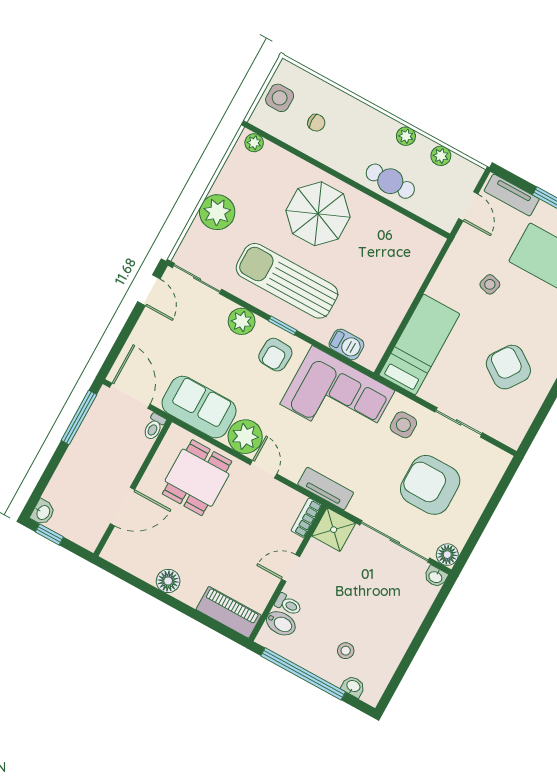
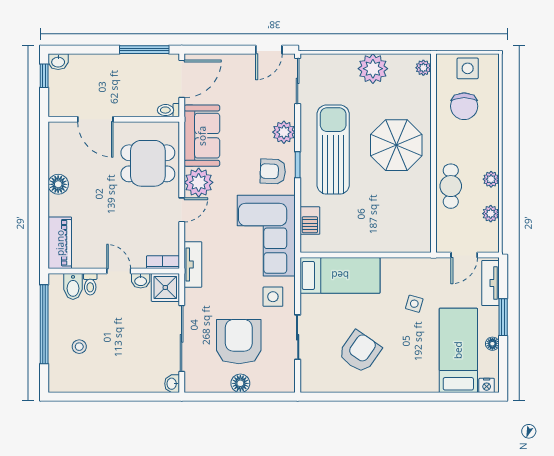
chair: (316, 123) -> (464, 106), width x1.87, depth x1.87
plant: (217, 212) -> (373, 69), moved
floor lamp: (447, 555) -> (240, 383), moved
washbasin: (353, 686) -> (141, 281), moved, turned 90

